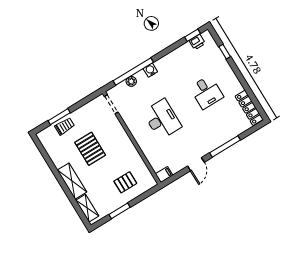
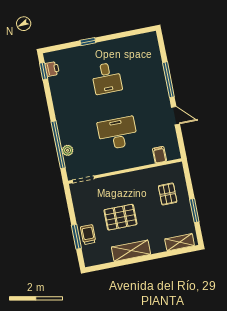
window: (225, 52) -> (88, 42), moved
water cooler: (150, 70) -> (63, 127), removed
desk: (207, 92) -> (107, 78), turned 90
locker: (249, 108) -> (138, 41), removed
filing cabinet: (164, 175) -> (159, 155), moved
shelving: (72, 181) -> (131, 251), moved

